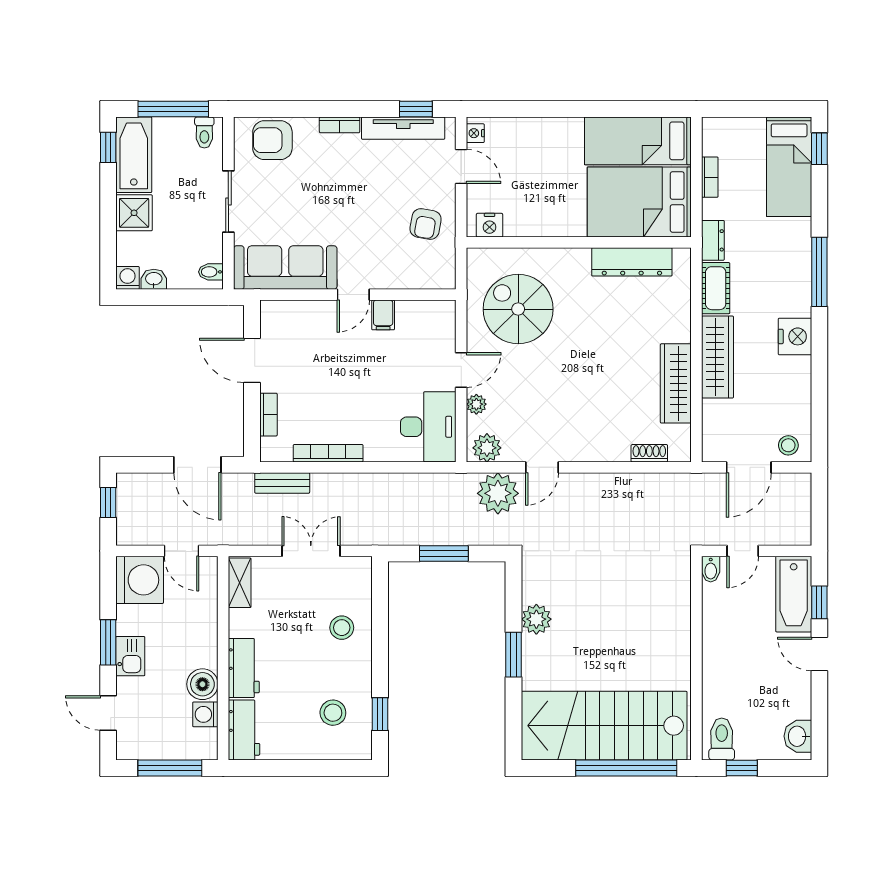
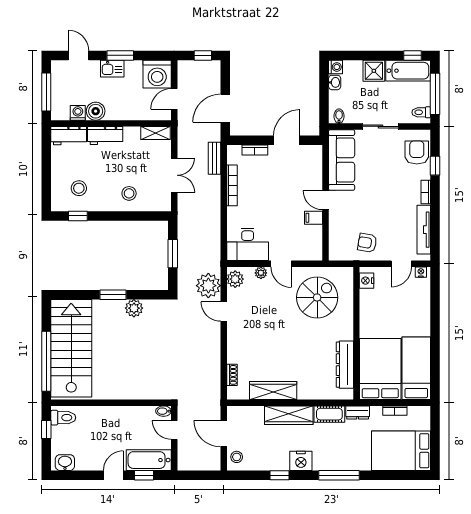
window: (416, 109) -> (435, 166), moved
window: (819, 149) -> (280, 475), moved
bed: (789, 167) -> (401, 451), width x1.50
door: (108, 713) -> (79, 55), hinge flipped

